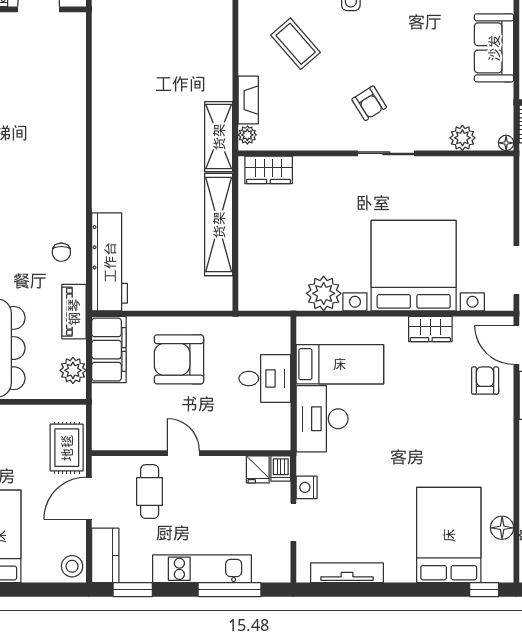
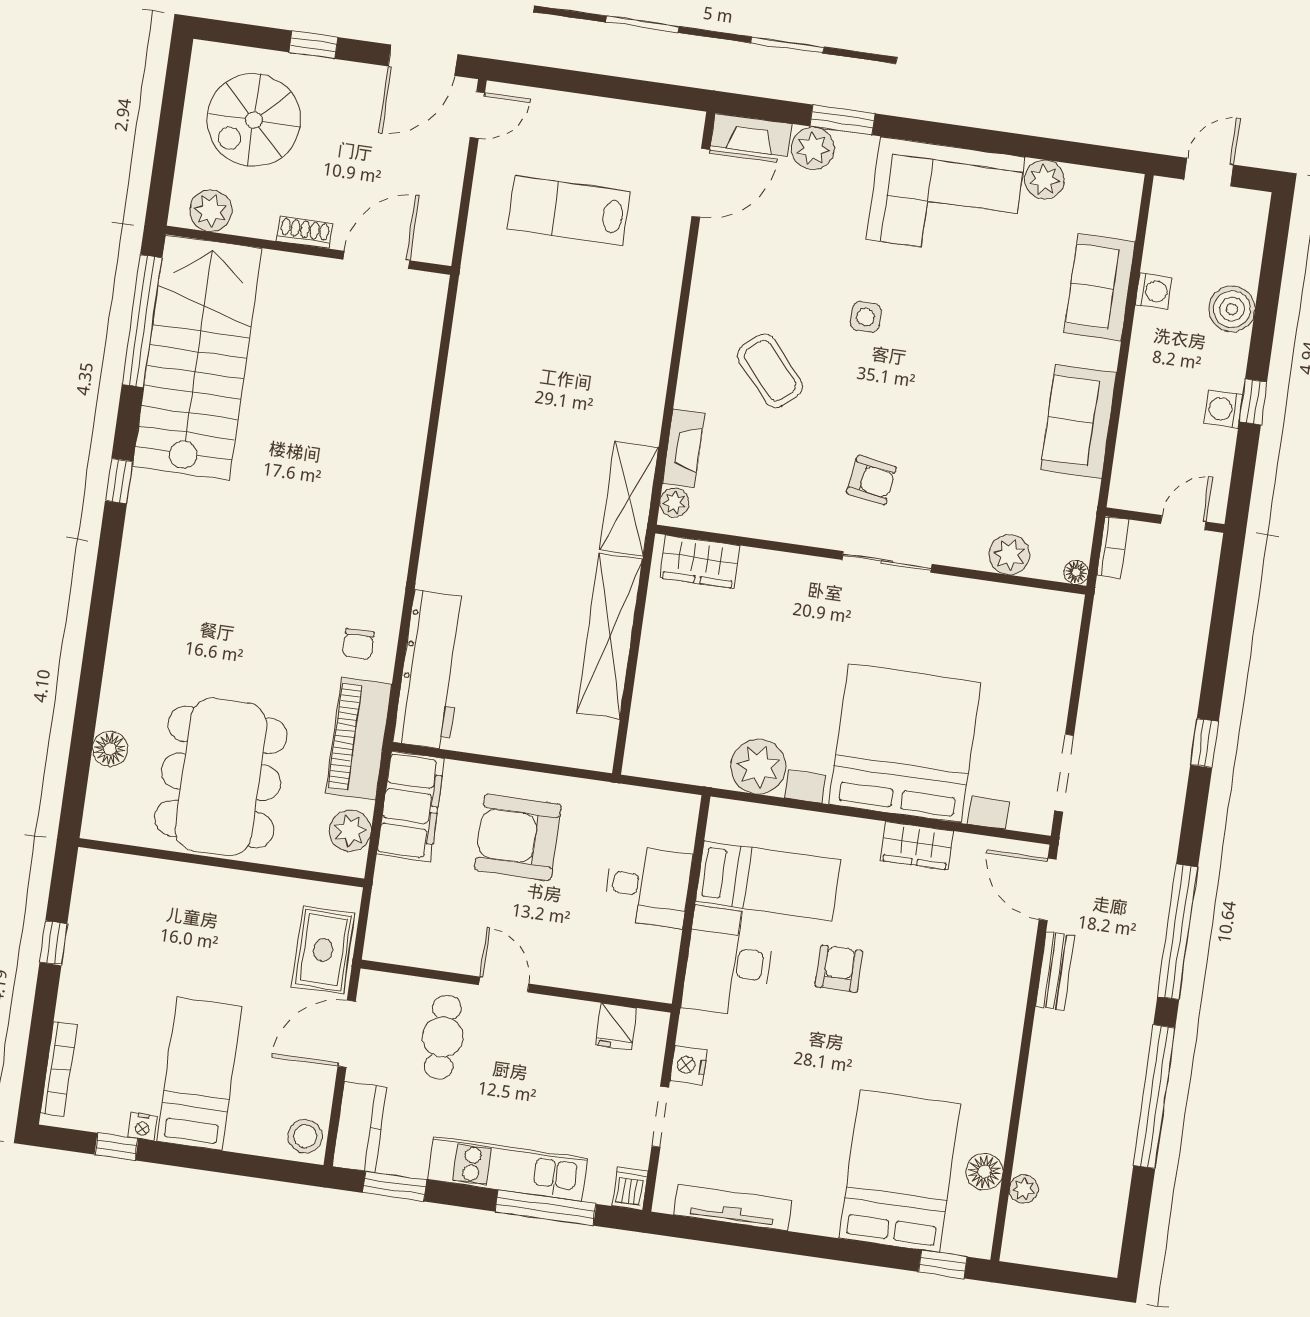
armchair: (369, 103) -> (872, 480), turned -49
piano: (74, 312) -> (359, 739), width x1.37, depth x1.33
armchair: (485, 380) -> (839, 969), moved
dishwasher: (281, 468) -> (630, 1189), moved, turned 180

